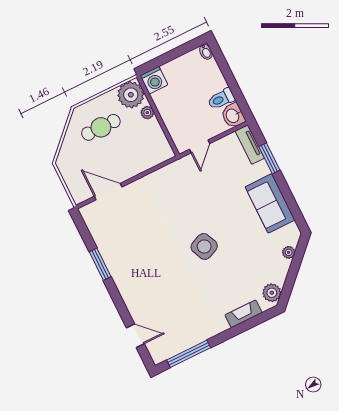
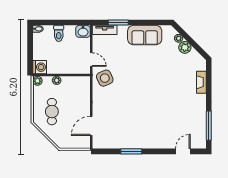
plant: (131, 95) -> (37, 81), width x0.53, depth x0.53
toilet: (221, 99) -> (59, 33), moved
side table: (204, 246) -> (105, 78), moved
plant: (272, 293) -> (185, 47), moved

